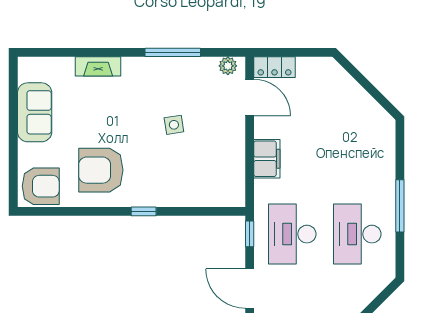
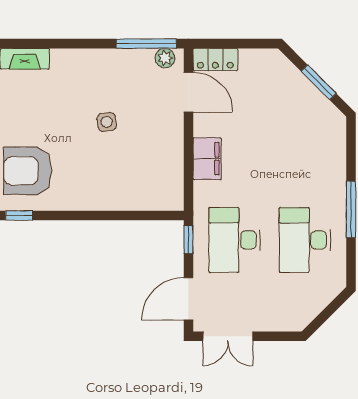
window: (173, 52) -> (146, 44), moved
window: (370, 88) -> (319, 82), added
window: (144, 211) -> (19, 215), moved
door: (250, 289) -> (188, 299), hinge flipped

